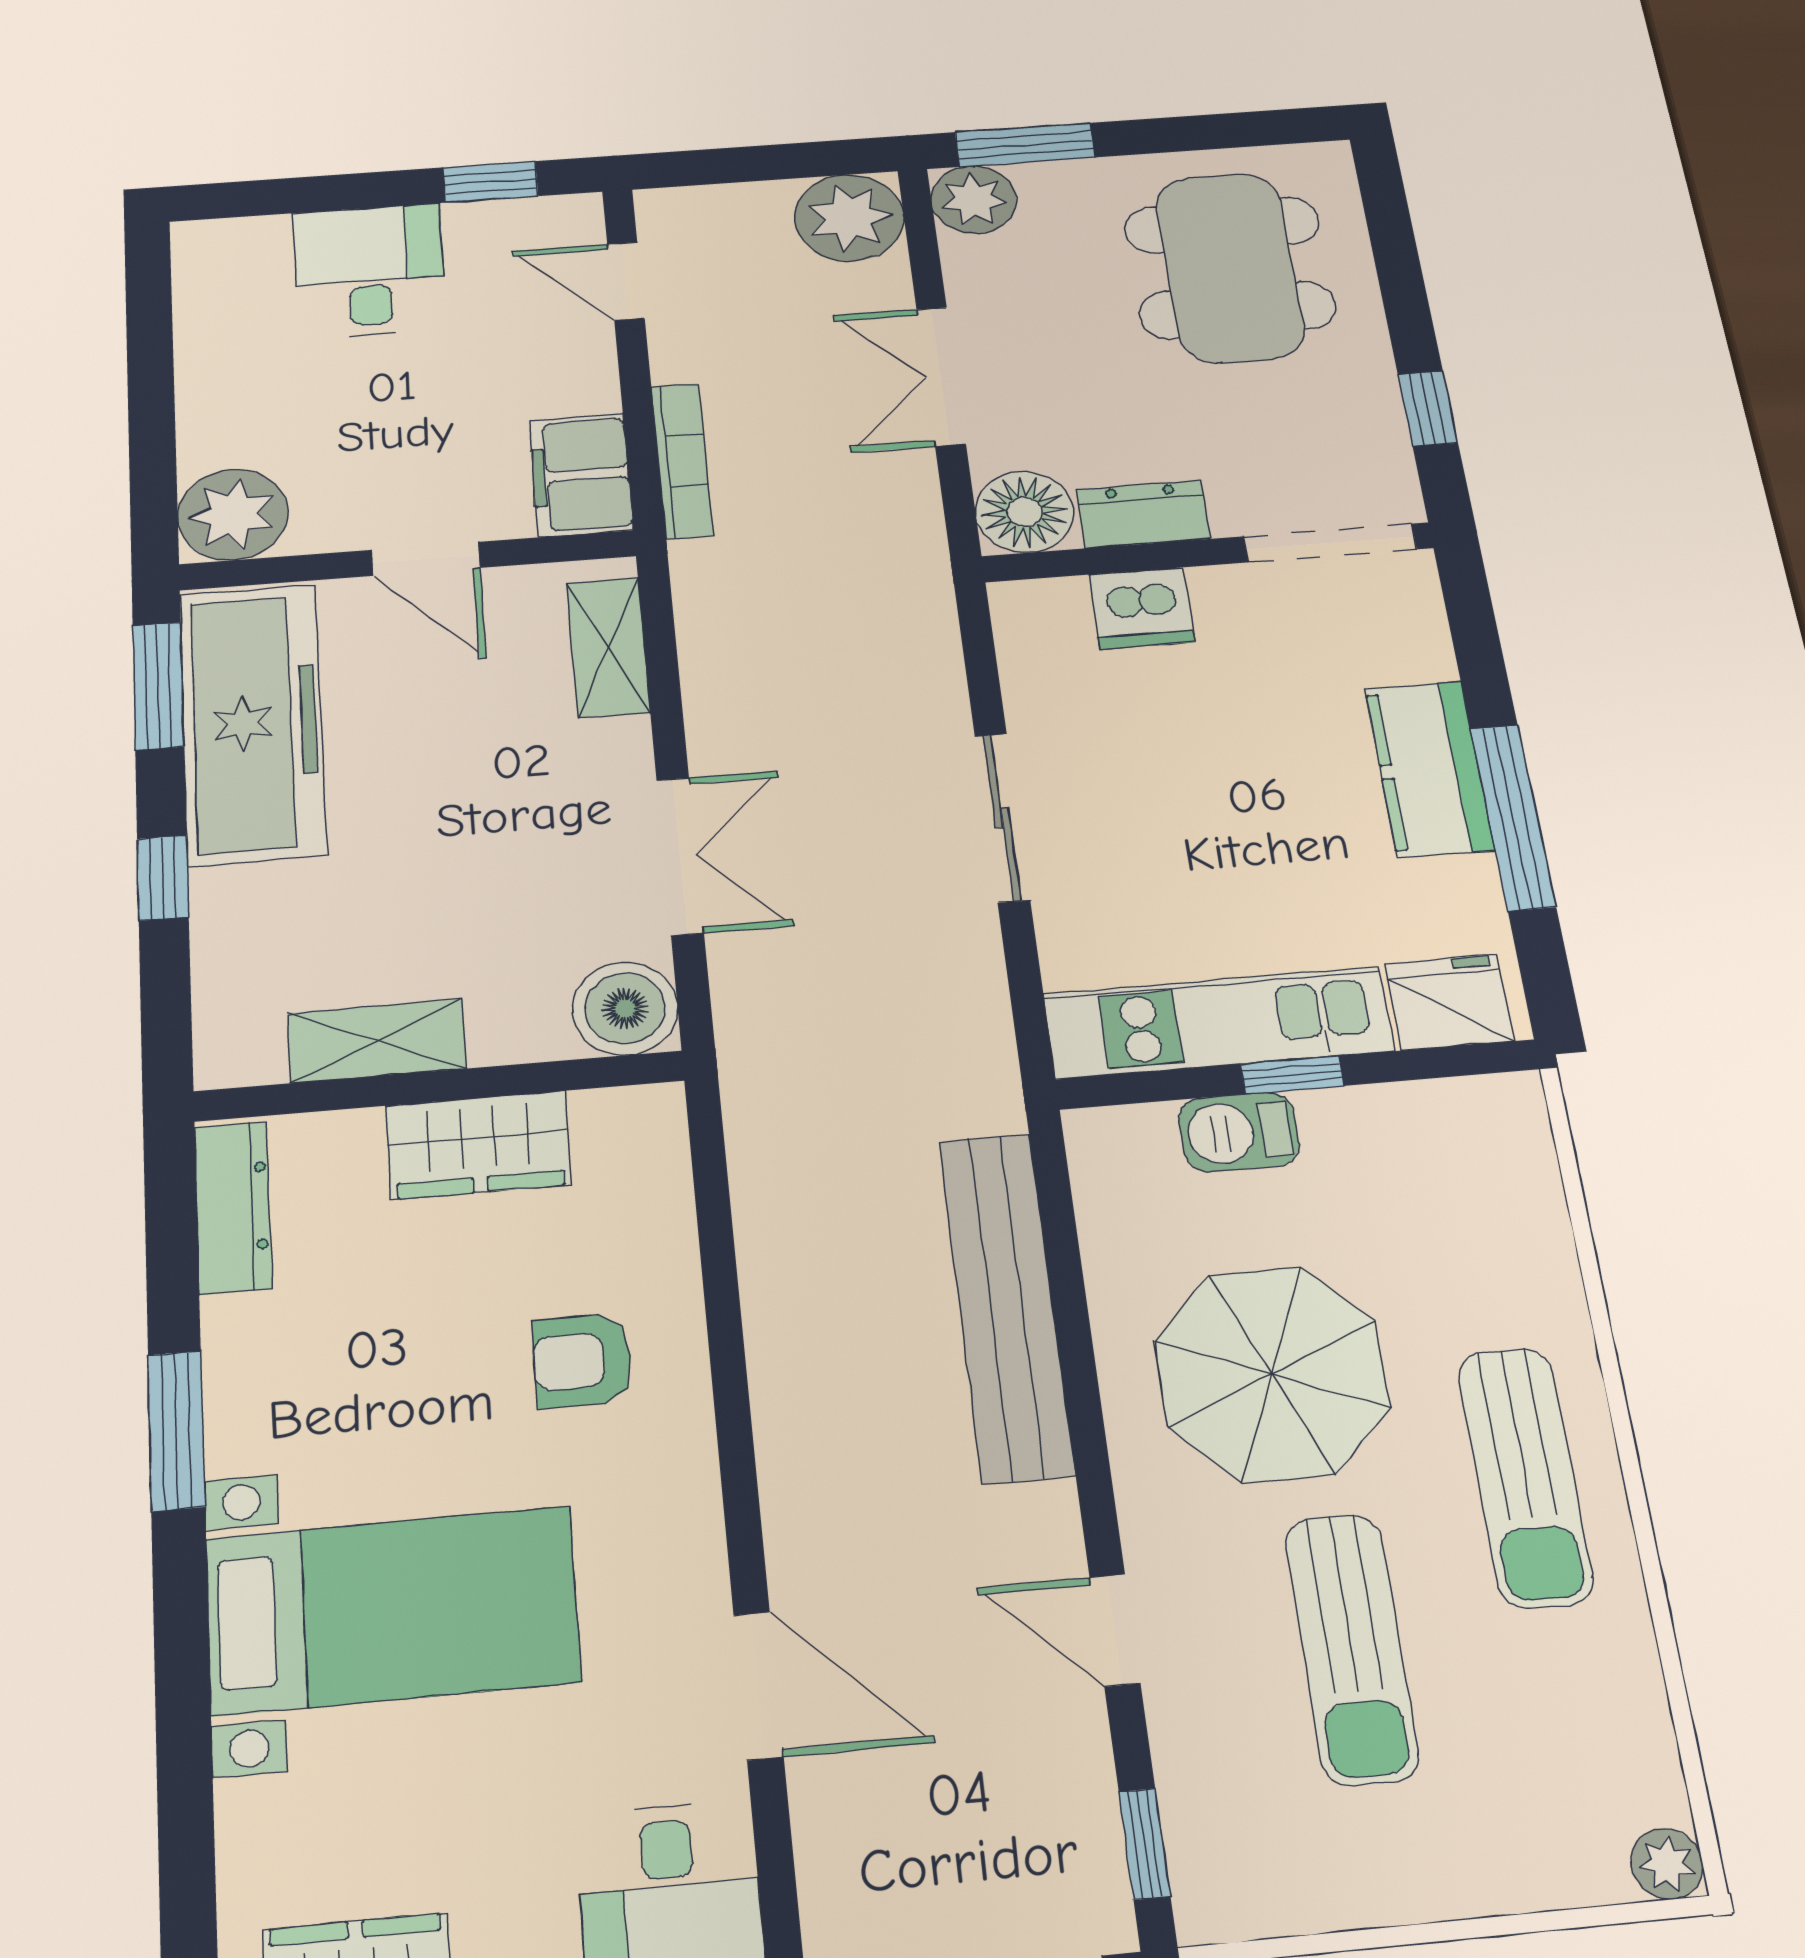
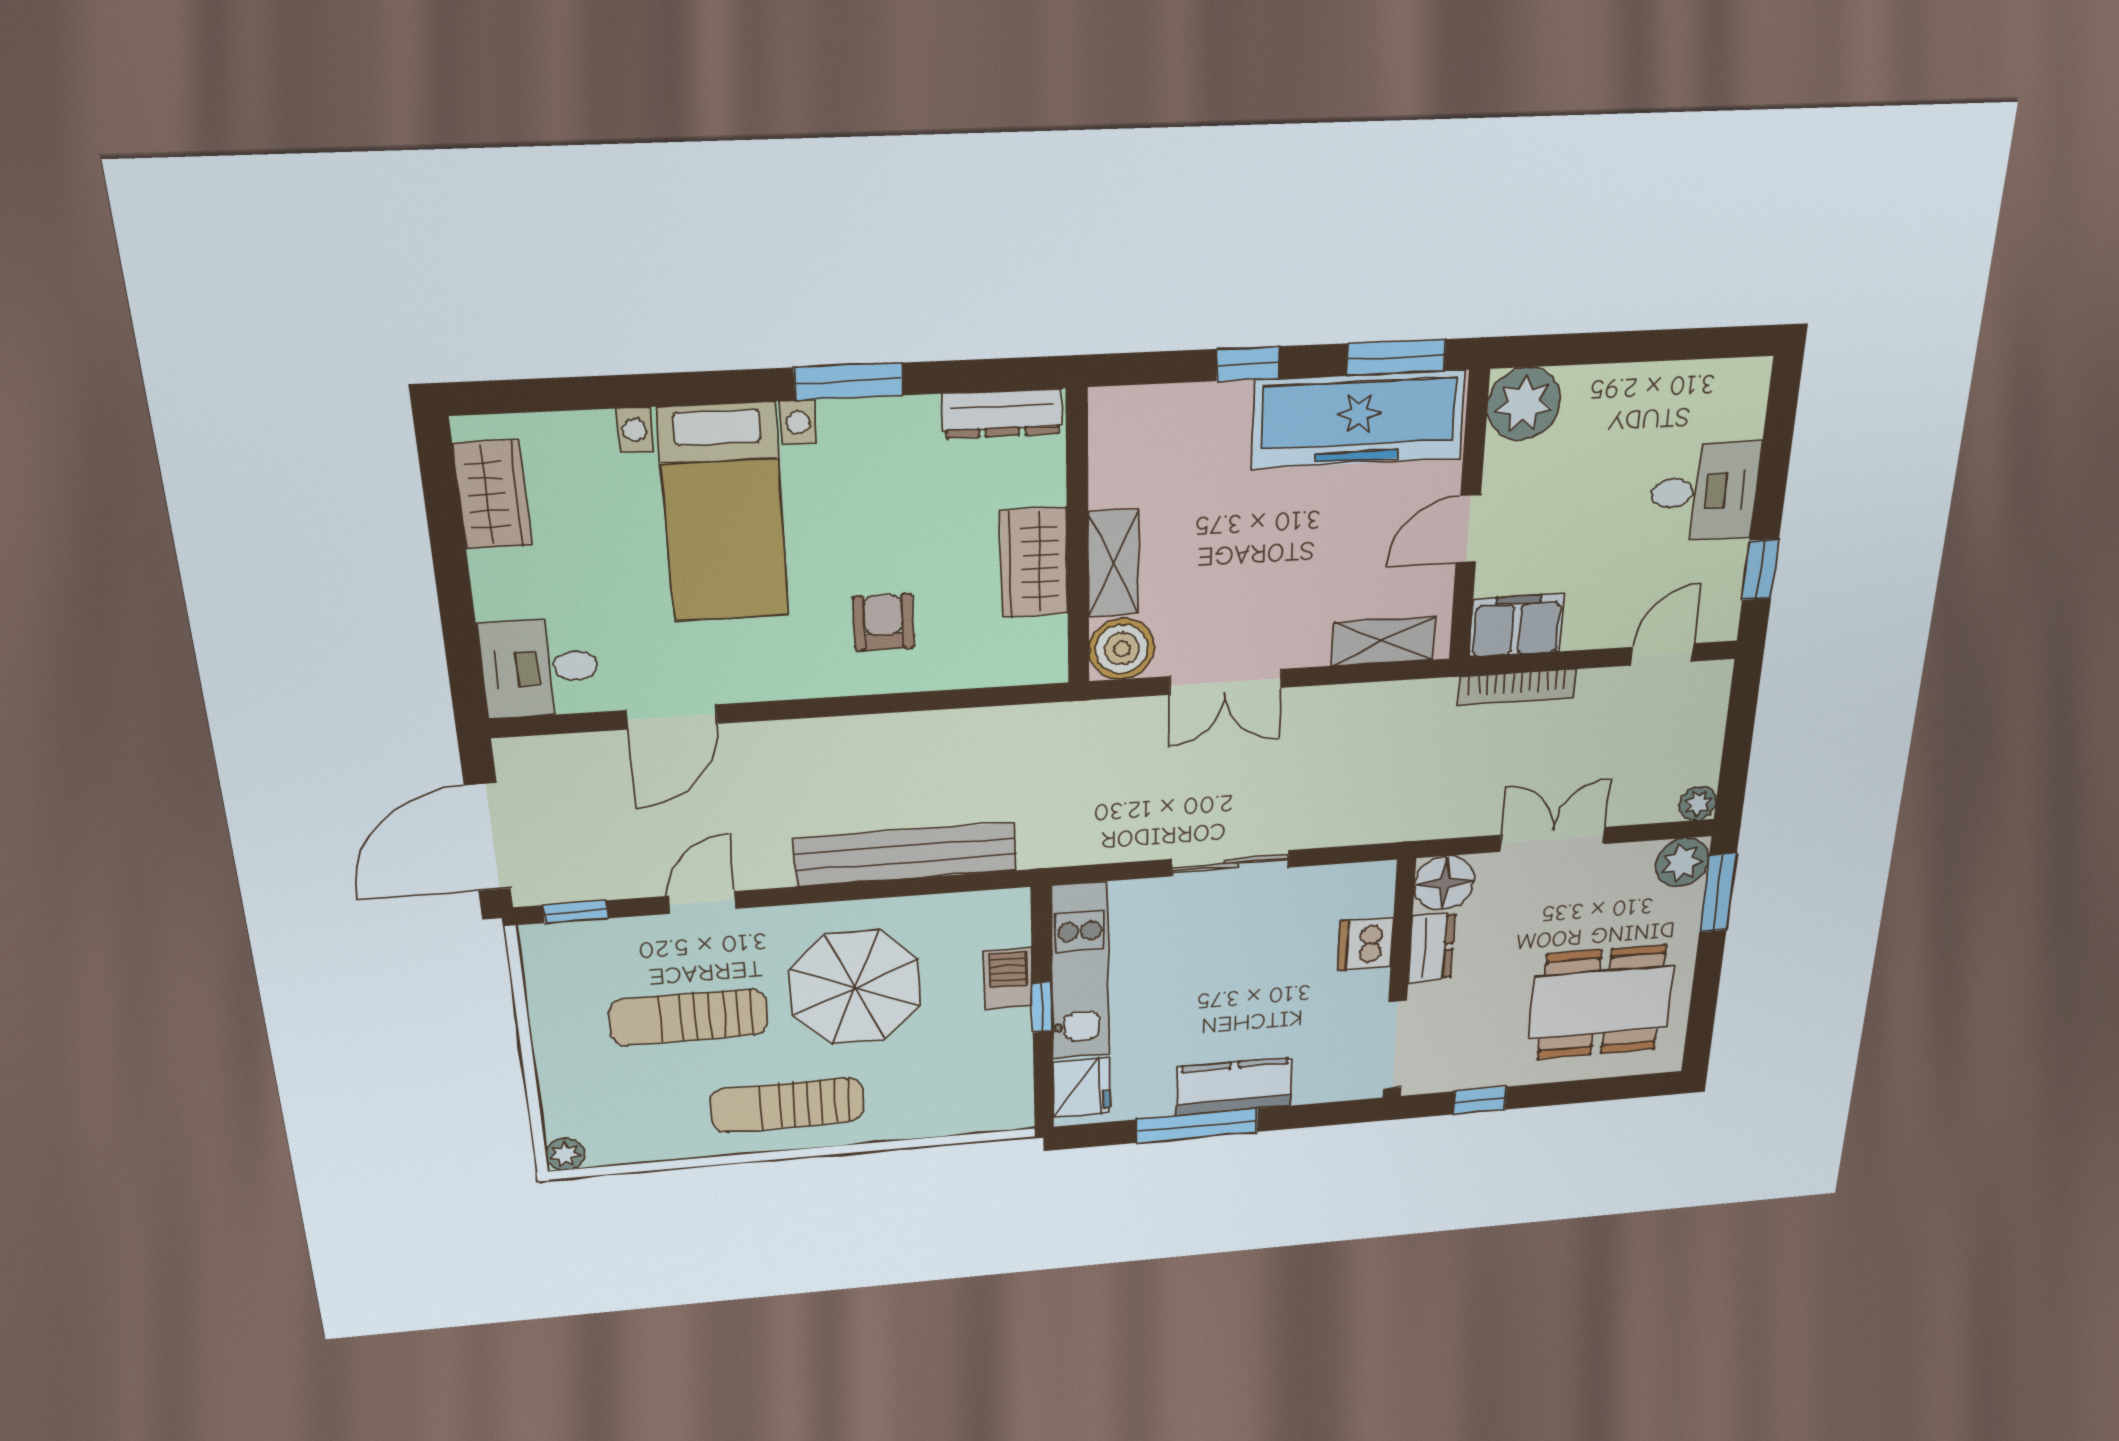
plant: (849, 218) -> (1698, 803), width x0.53, depth x0.53
shelving: (377, 1041) -> (1113, 563), moved

